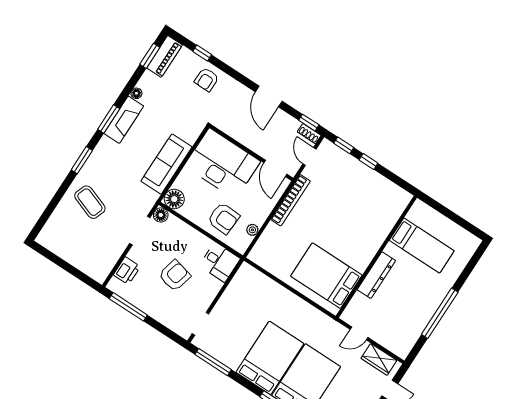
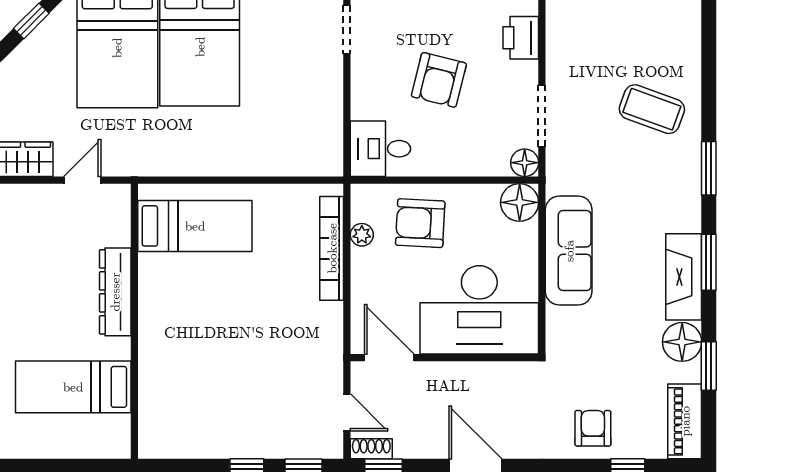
window: (150, 56) -> (709, 366), moved
floor lamp: (136, 93) -> (682, 342), width x1.89, depth x1.89
bookcase: (290, 200) -> (332, 248), moved
bed: (326, 276) -> (195, 226), width x0.67

